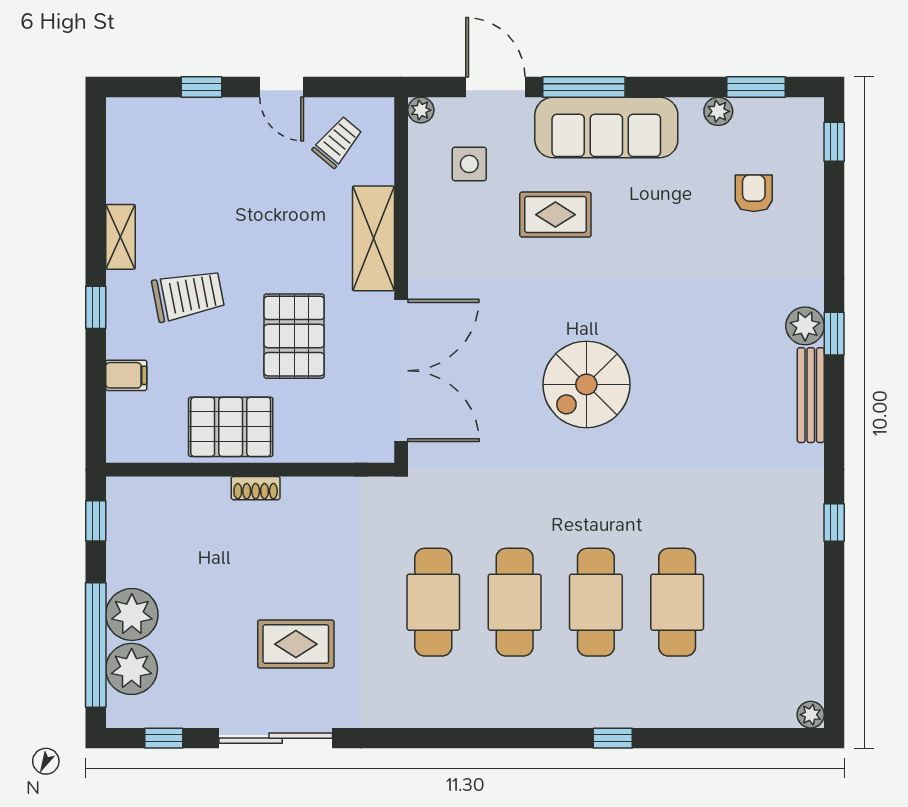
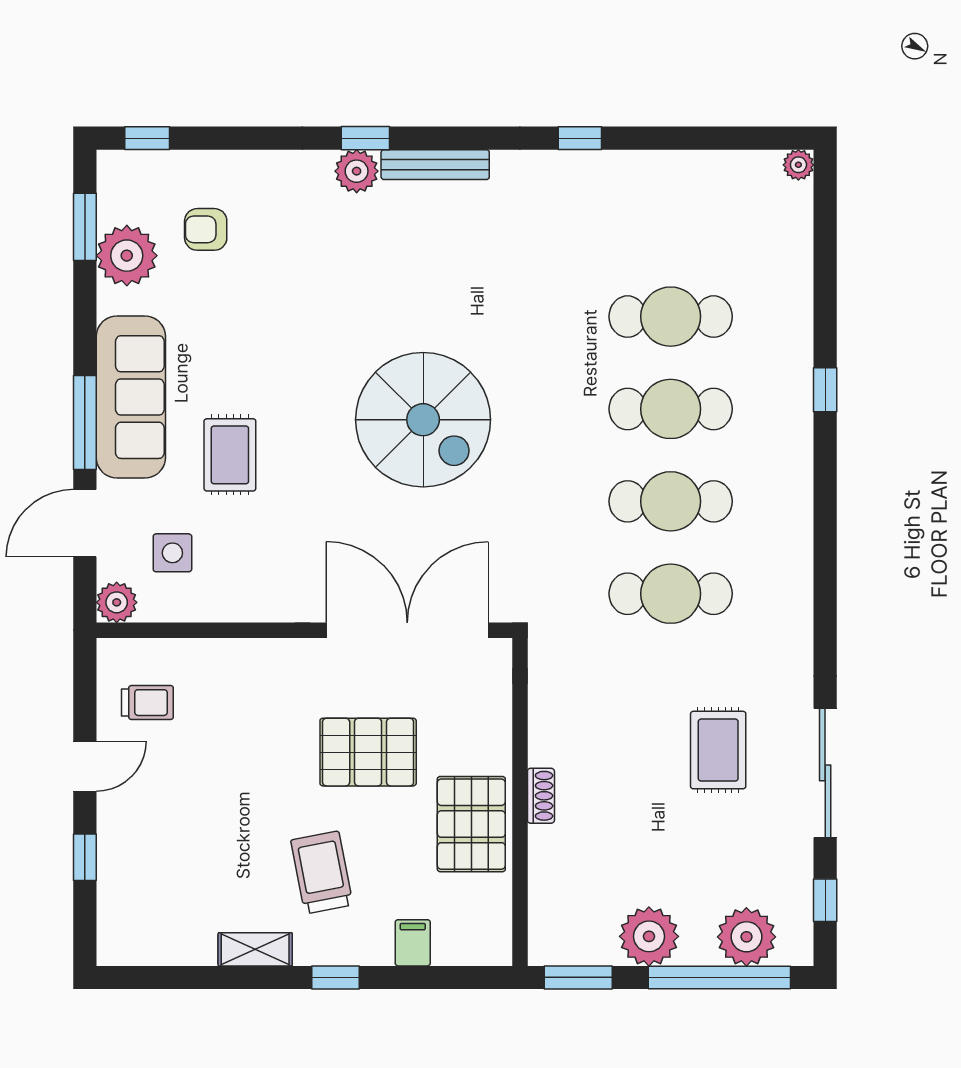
plant: (421, 110) -> (117, 602), width x1.38, depth x1.38
plant: (718, 111) -> (127, 256), width x1.88, depth x1.88
trolley: (338, 142) -> (147, 703), turned 140
shelving: (373, 238) -> (257, 662), removed
spiral stairs: (586, 384) -> (423, 420), width x1.37, depth x1.37
window: (96, 521) -> (578, 977), width x1.50
plant: (132, 614) -> (649, 936), moved

